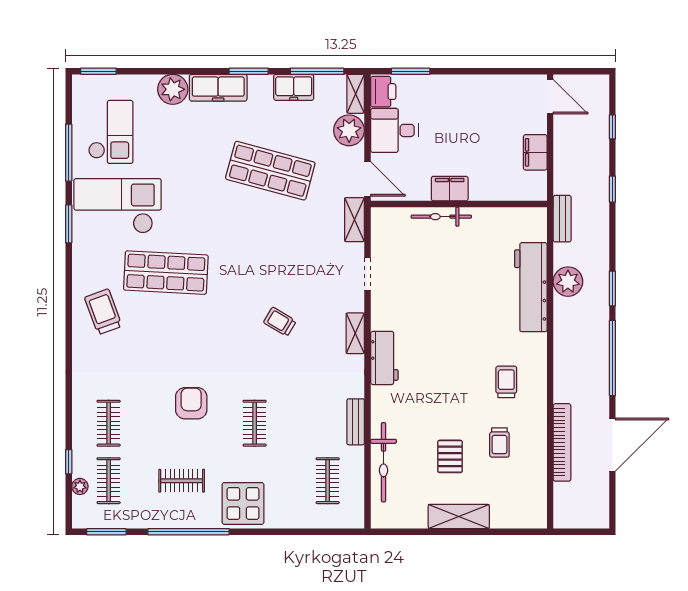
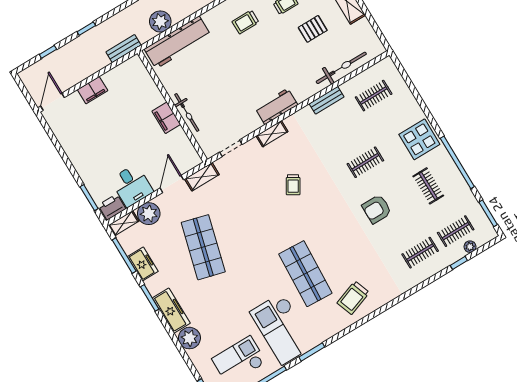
filing cabinet: (450, 189) -> (166, 118), moved
wall: (459, 204) -> (172, 106), moved
bicycle: (441, 217) -> (187, 112), moved

